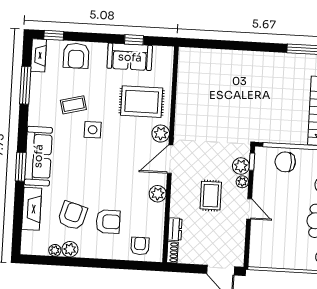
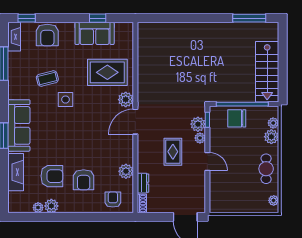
plant: (158, 194) -> (126, 171), moved
armchair: (72, 216) -> (52, 176), turned 74
armchair: (108, 222) -> (84, 180), turned 90

